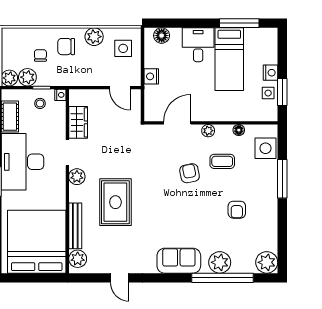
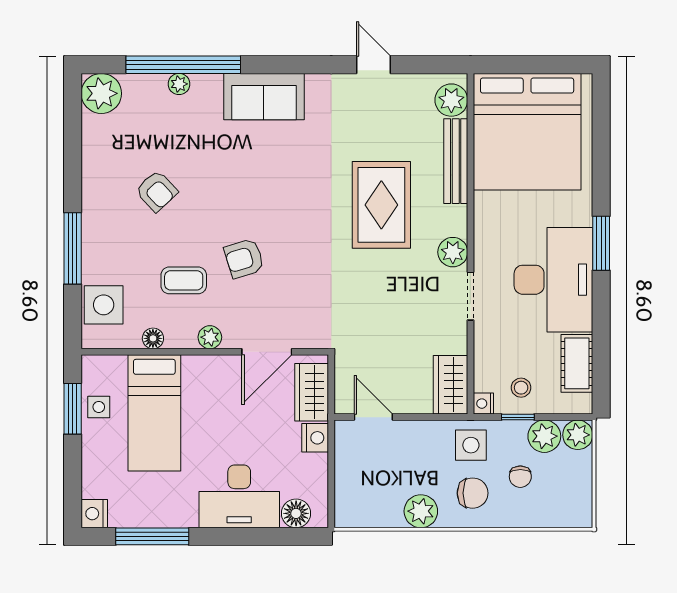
desk: (198, 45) -> (239, 496), width x1.37
side table: (123, 48) -> (471, 445), moved
bed: (229, 59) -> (154, 413), moved, turned 180
nightstand: (270, 73) -> (94, 514), moved
wardrobe: (153, 101) -> (312, 392), added
wardrobe: (78, 122) -> (451, 385), moved
armchair: (190, 173) -> (244, 258), turned 84
armchair: (237, 210) -> (157, 191), turned 137
plant: (220, 262) -> (179, 84), width x0.53, depth x0.53

